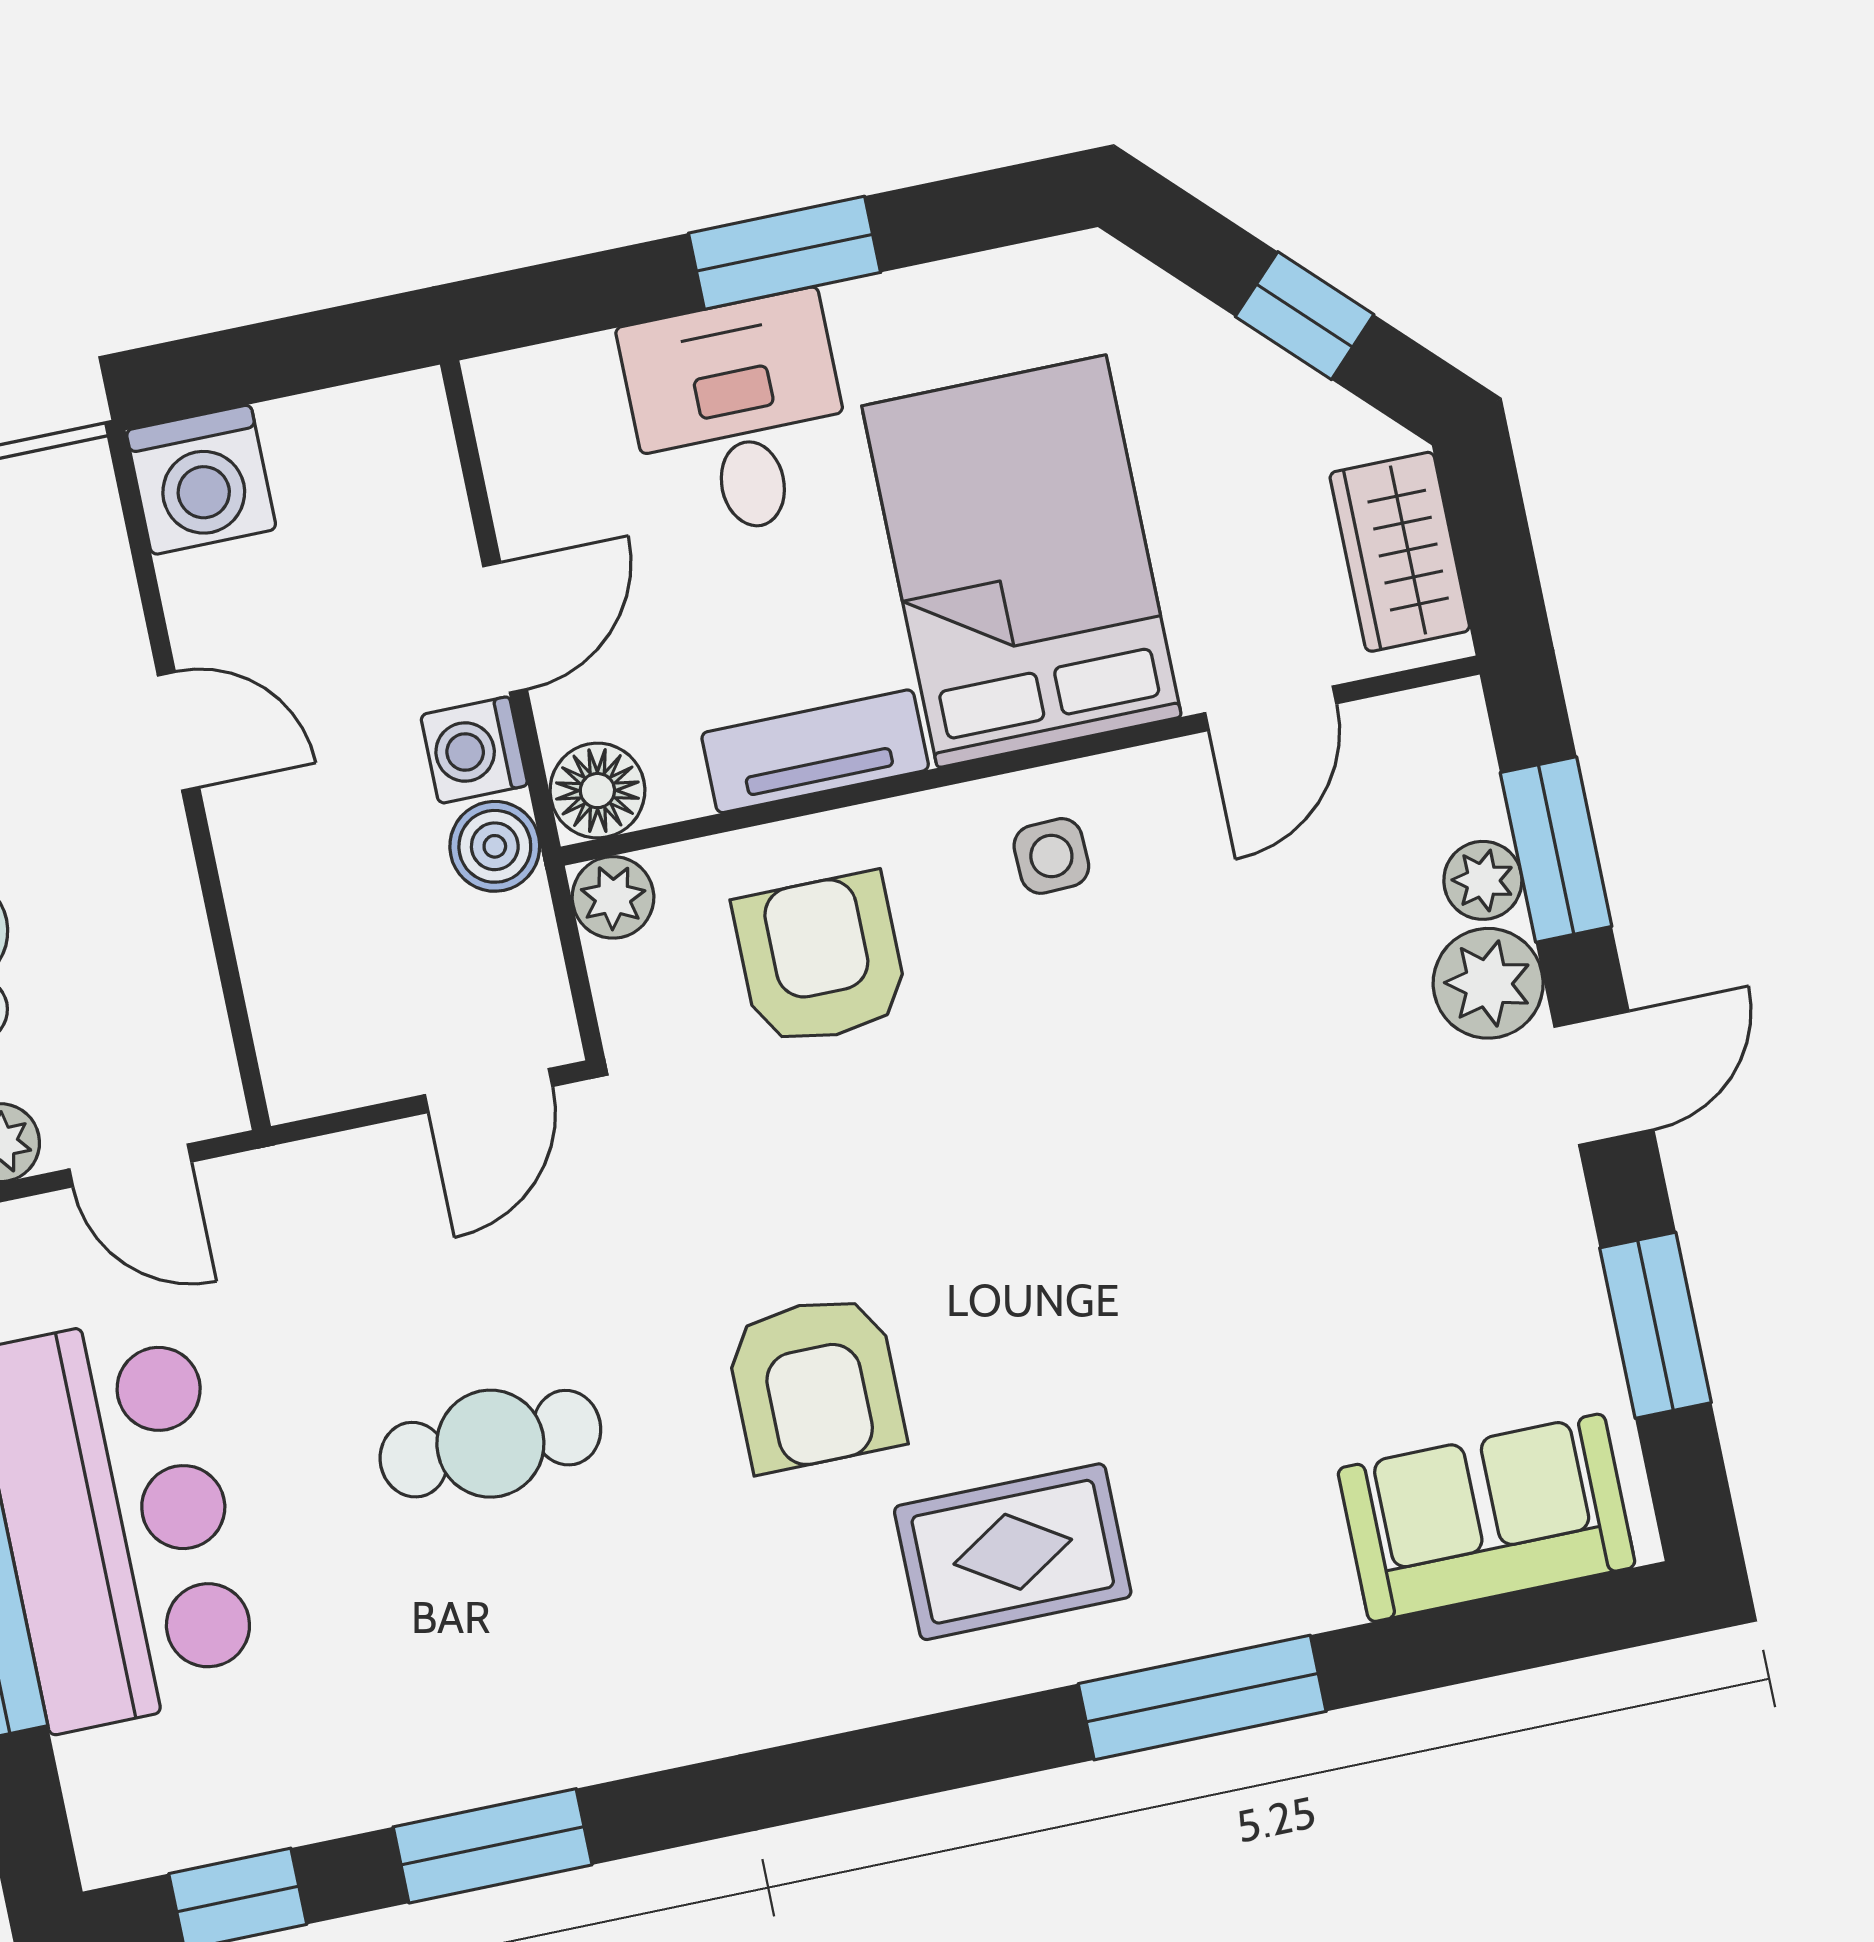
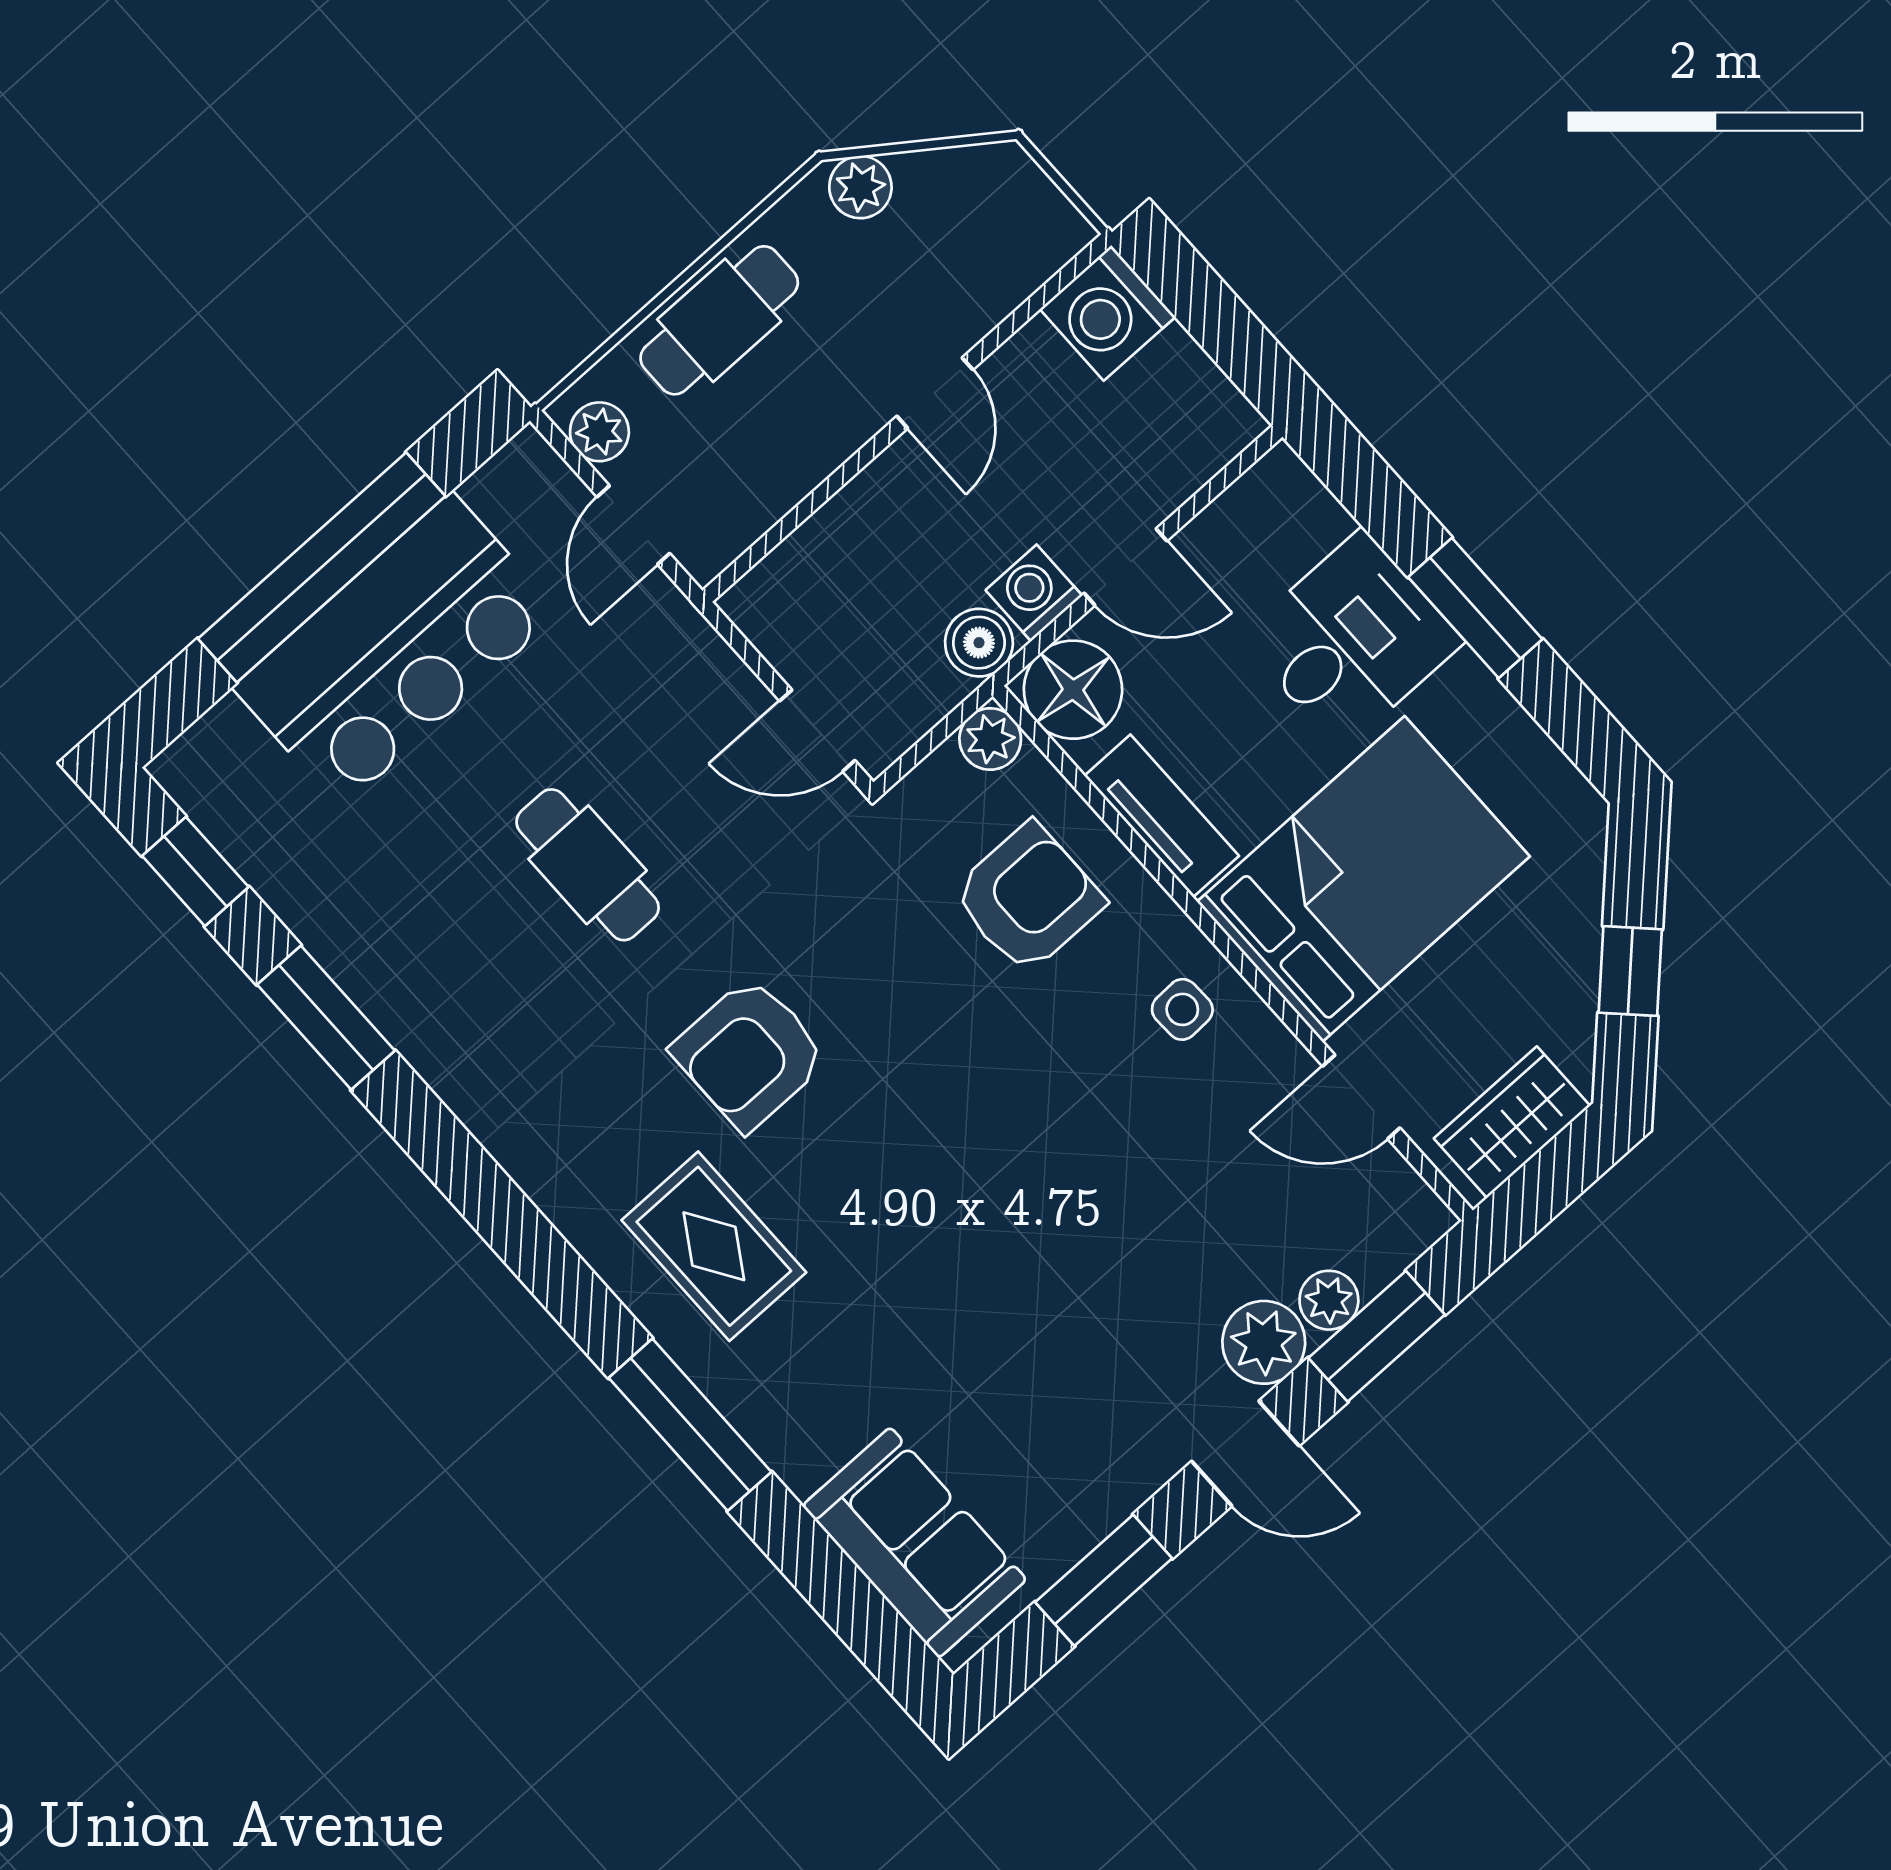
floor lamp: (597, 791) -> (1073, 690), width x1.38, depth x1.38

